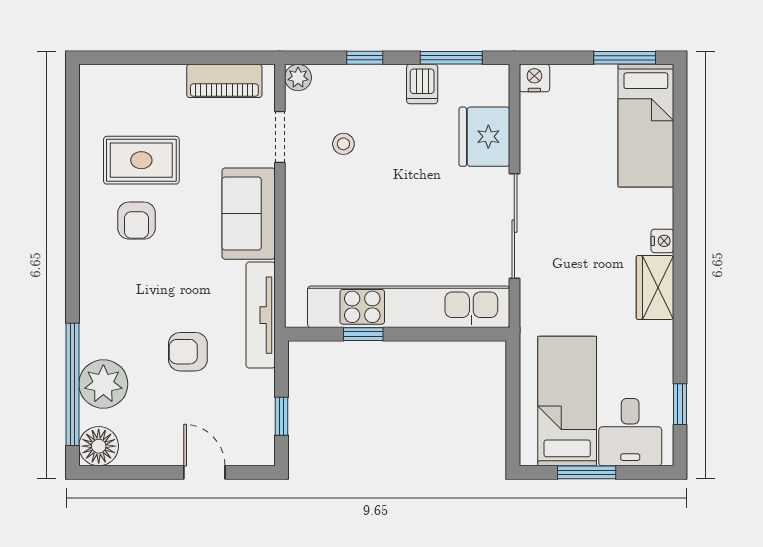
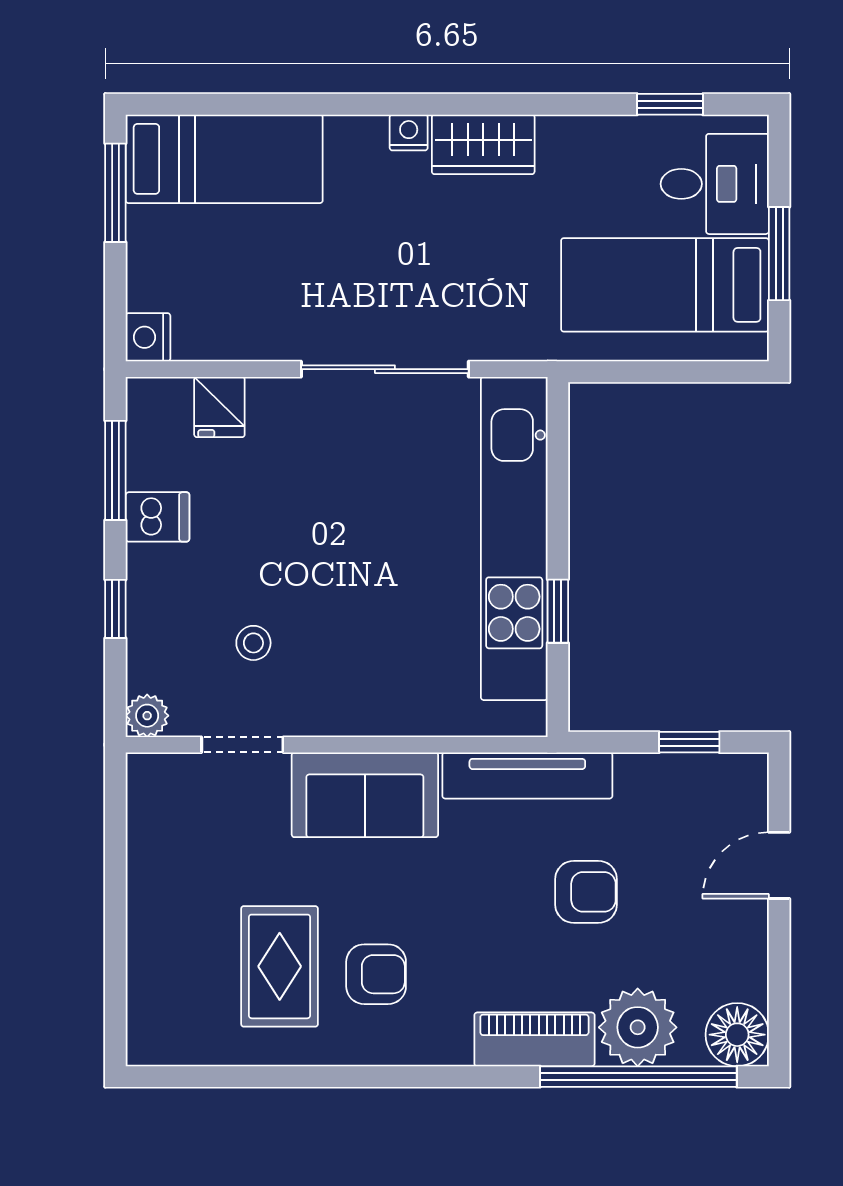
piano: (224, 81) -> (534, 1039), moved, turned -90
fridge: (484, 137) -> (219, 407), width x0.53, depth x0.75
armchair: (188, 352) -> (586, 892), turned -90

